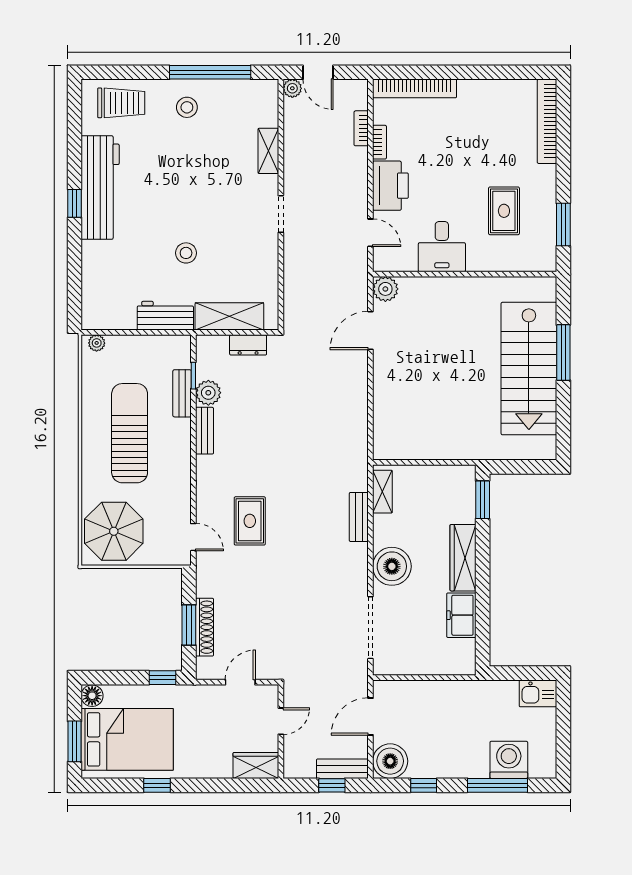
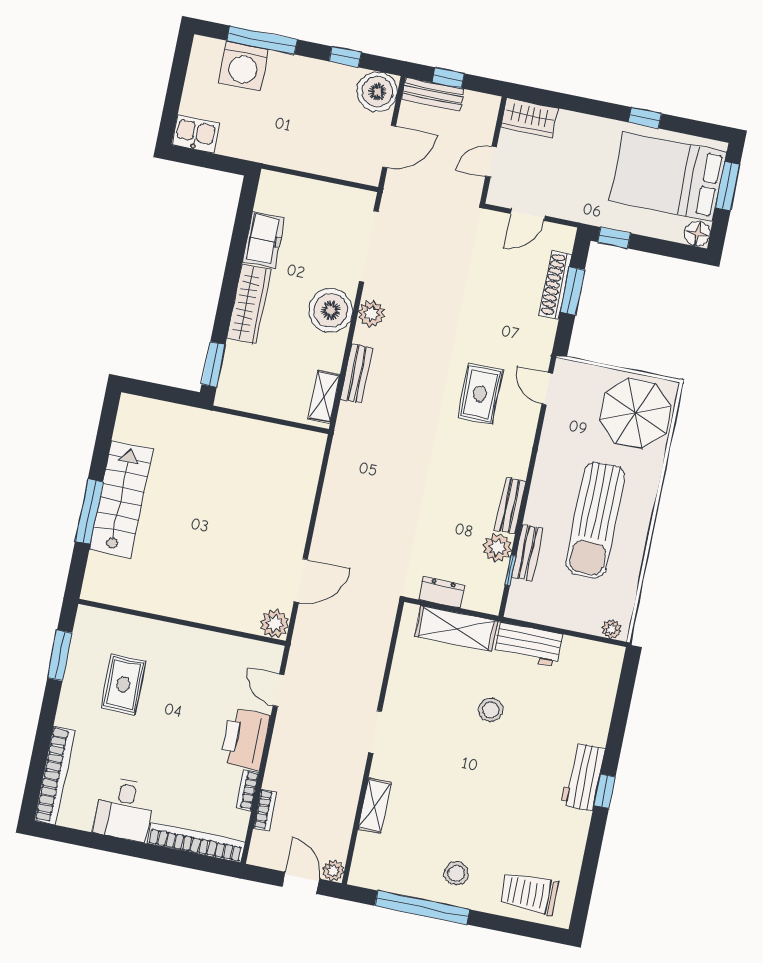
workbench: (100, 188) -> (583, 777), width x0.53, depth x0.76
desk: (442, 247) -> (124, 809), moved, turned 180
stairs: (529, 369) -> (121, 499), width x0.73, depth x0.66
plant: (357, 571) -> (371, 314), added

